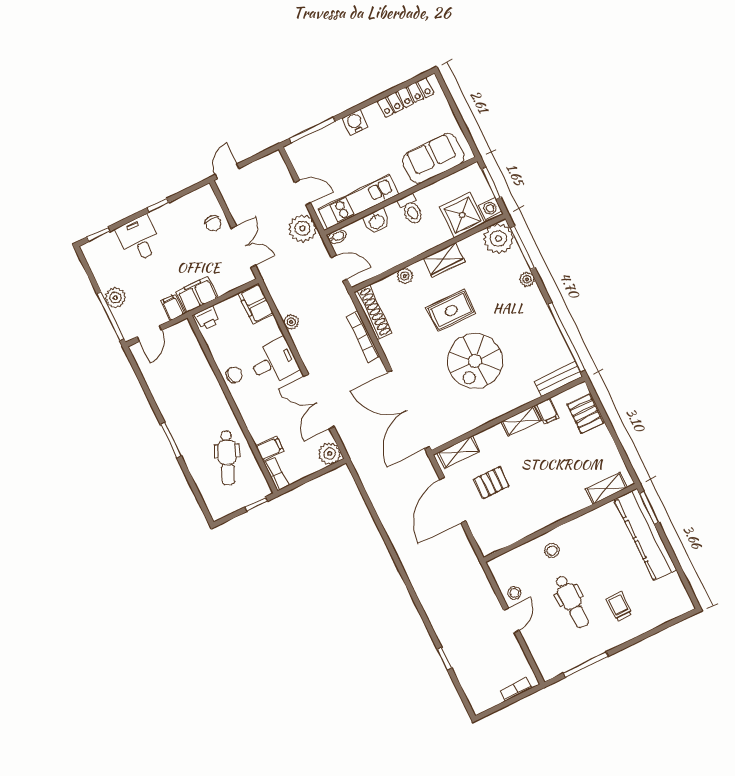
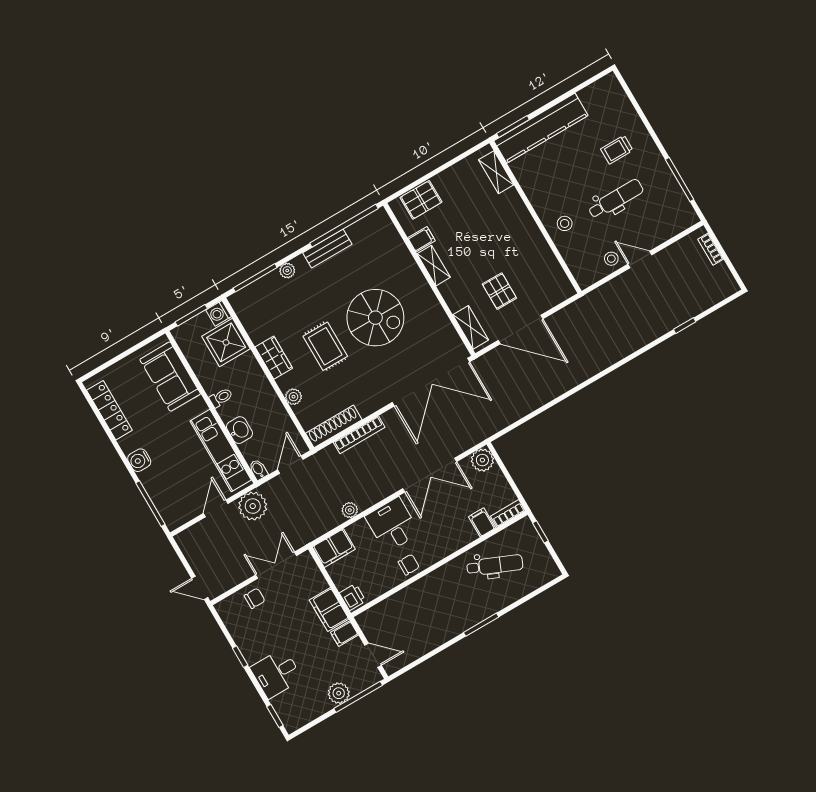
toilet: (411, 210) -> (221, 398), width x0.73, depth x0.72
plant: (498, 239) -> (247, 303), removed
chair: (234, 375) -> (409, 565), turned 90
bench: (558, 379) -> (327, 249), moved, turned 90

